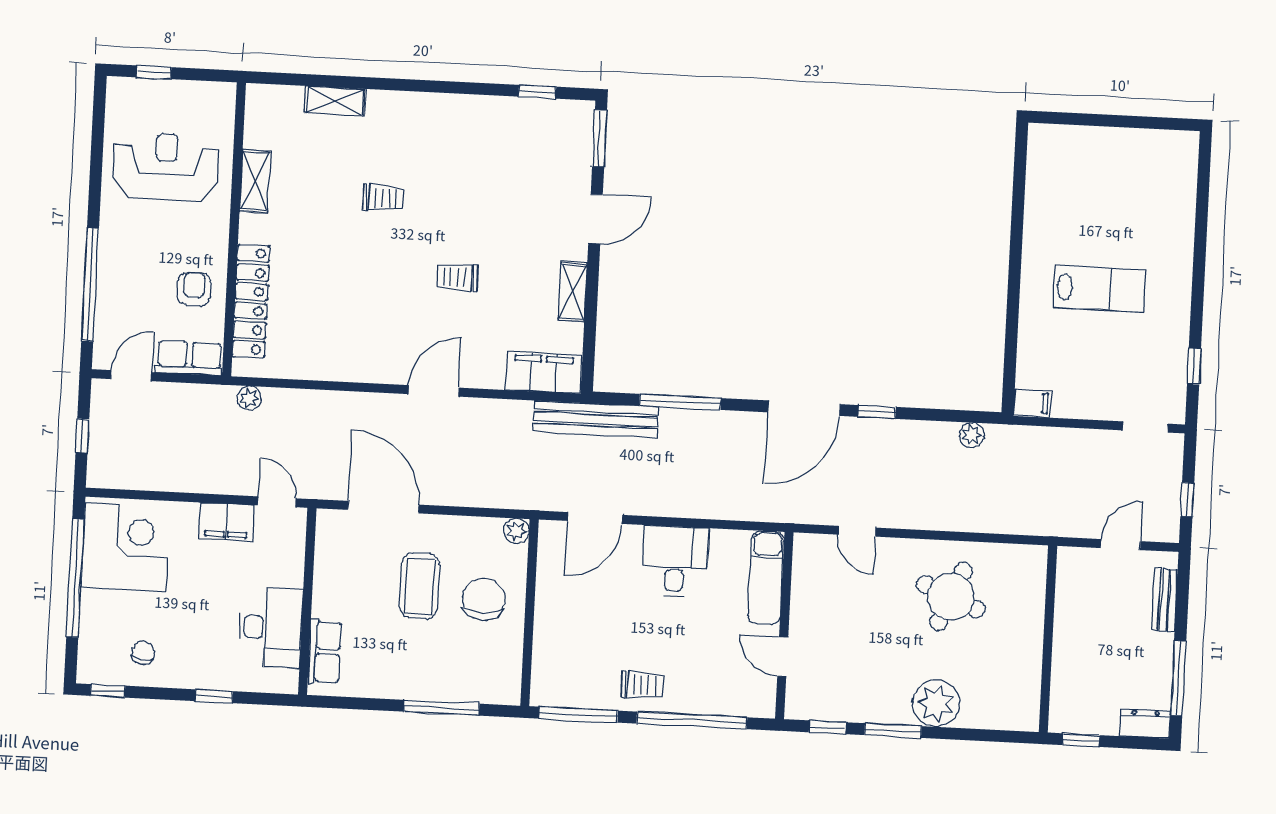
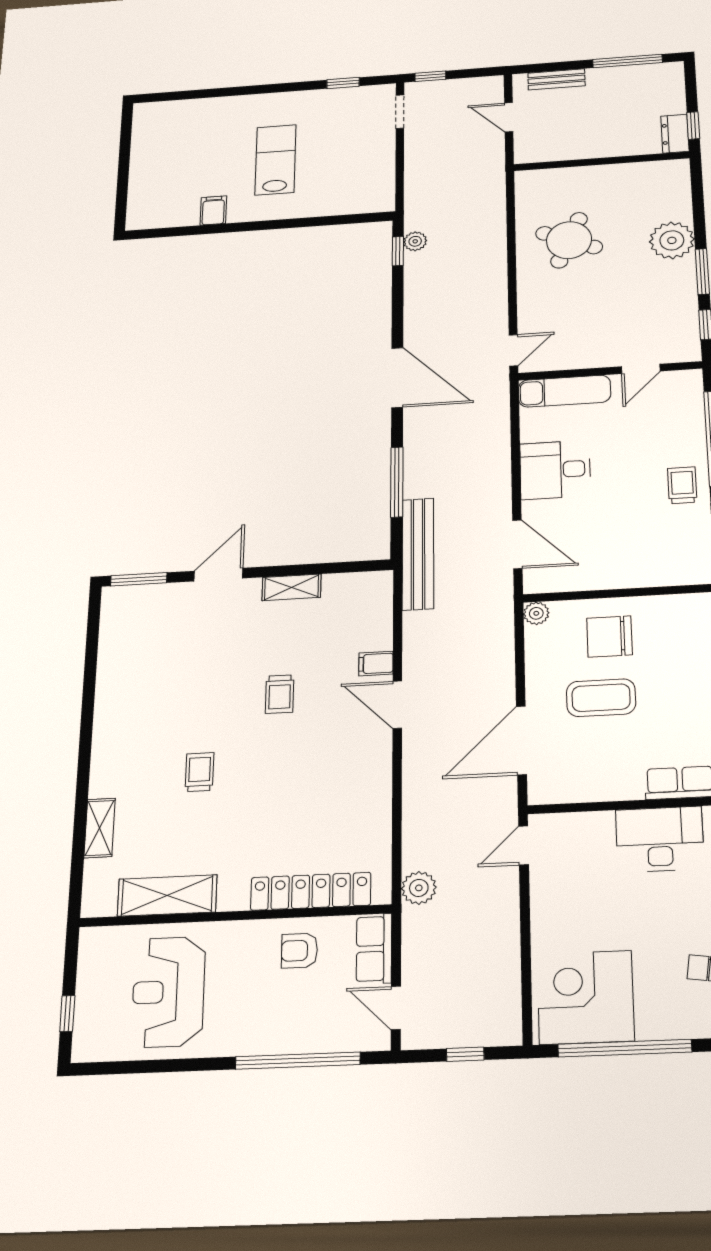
window: (537, 92) -> (92, 639), removed
shelving: (255, 181) -> (167, 896), width x1.50, depth x1.33
door: (595, 219) -> (218, 575), hinge flipped
filing cabinet: (543, 373) -> (376, 664), moved, width x0.33, depth x0.86
plant: (249, 398) -> (419, 888), width x1.38, depth x1.38
filing cabinet: (1032, 403) -> (213, 211), moved
window: (877, 412) -> (398, 251), moved
window: (1187, 500) -> (430, 76), moved
filing cabinet: (226, 522) -> (549, 894), removed
door: (857, 531) -> (513, 350), moved
dresser: (1145, 723) -> (675, 134), moved

